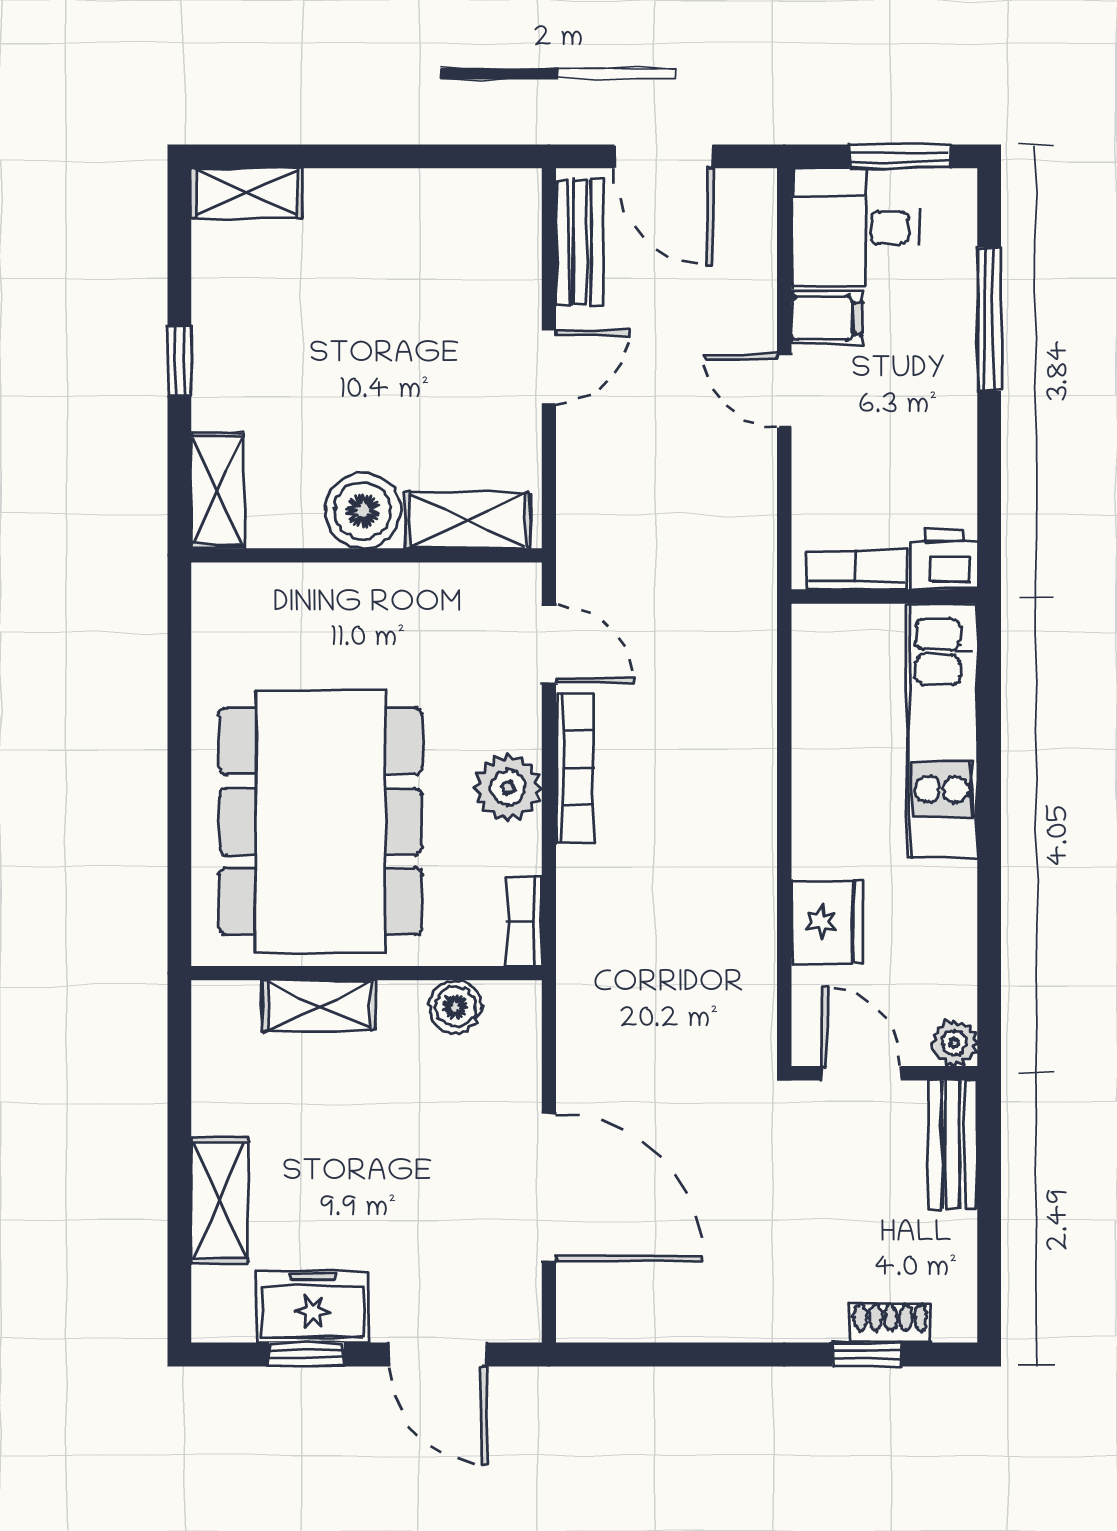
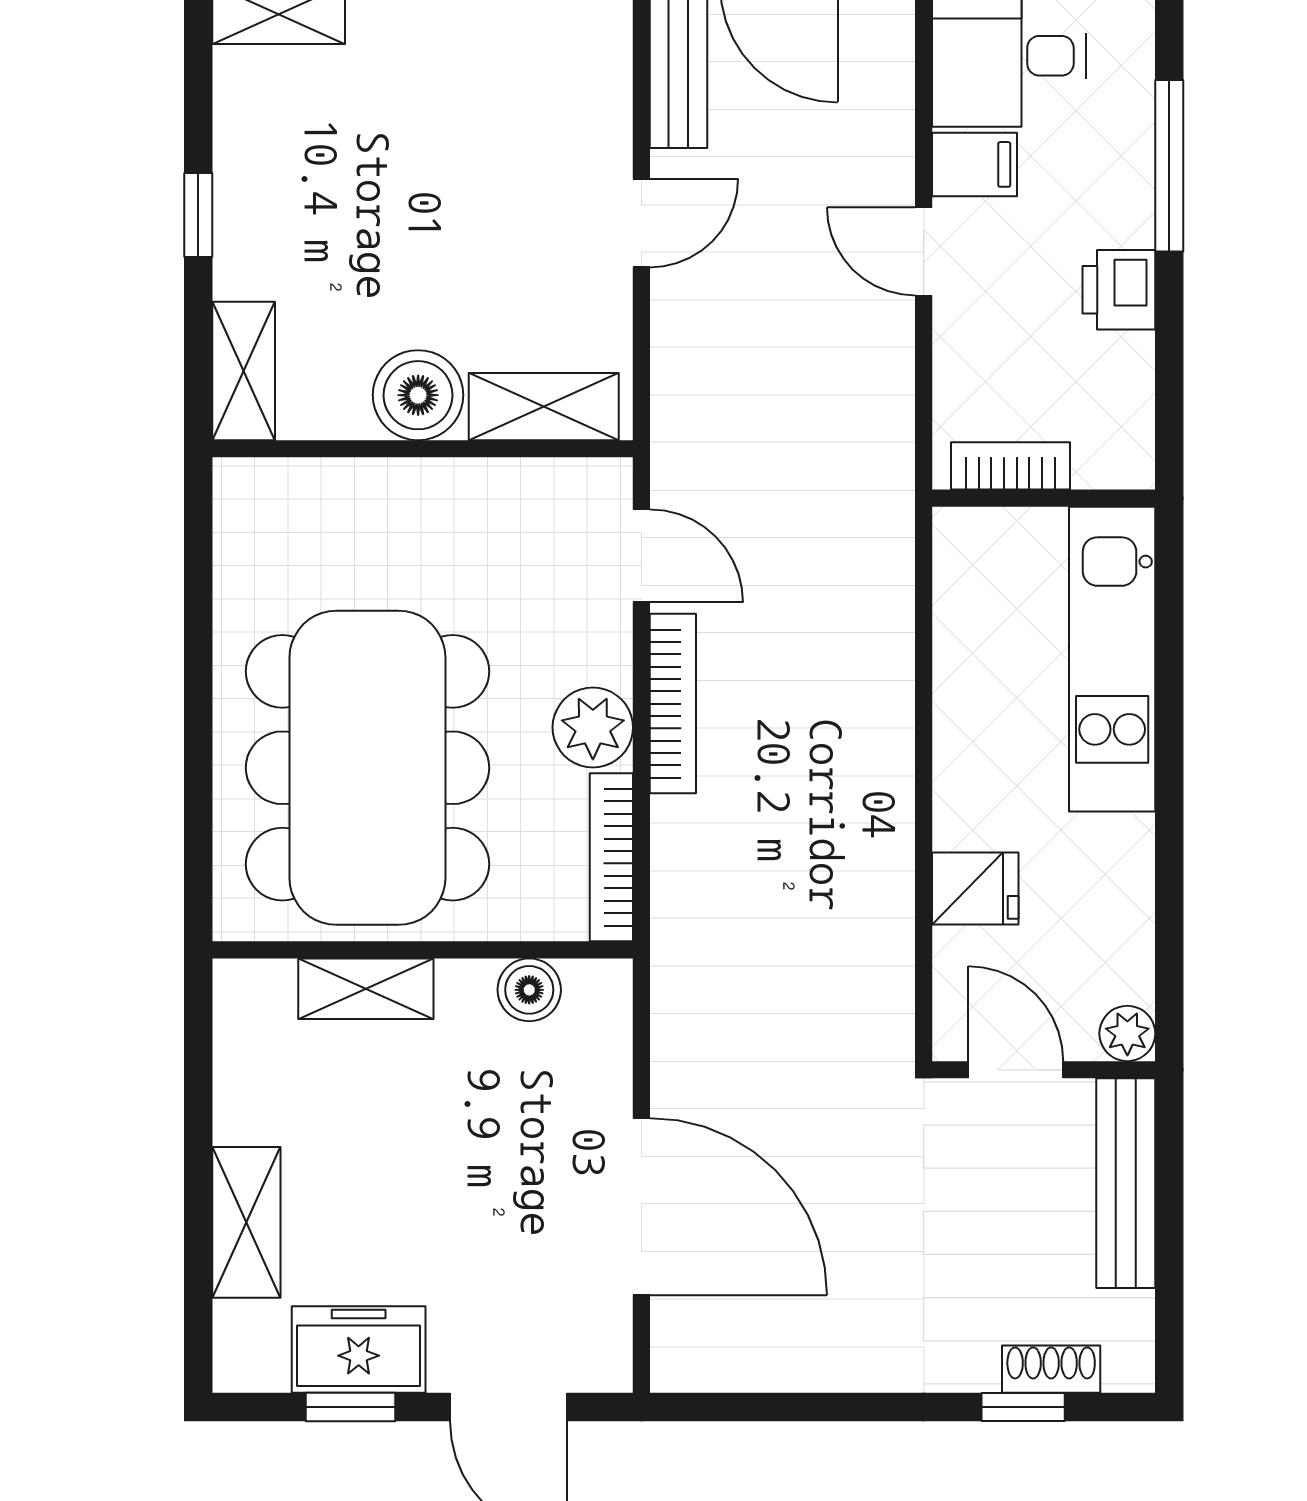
printer: (944, 559) -> (1119, 290), moved, turned -90
bookcase: (524, 921) -> (611, 857), width x1.56
fridge: (827, 922) -> (975, 889), width x0.72
bench: (953, 1144) -> (1126, 1183), width x1.36

